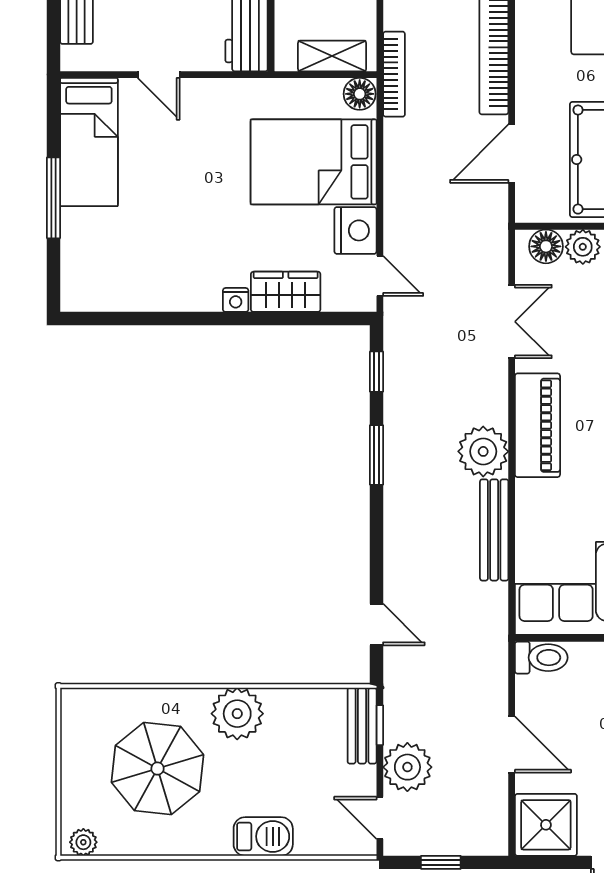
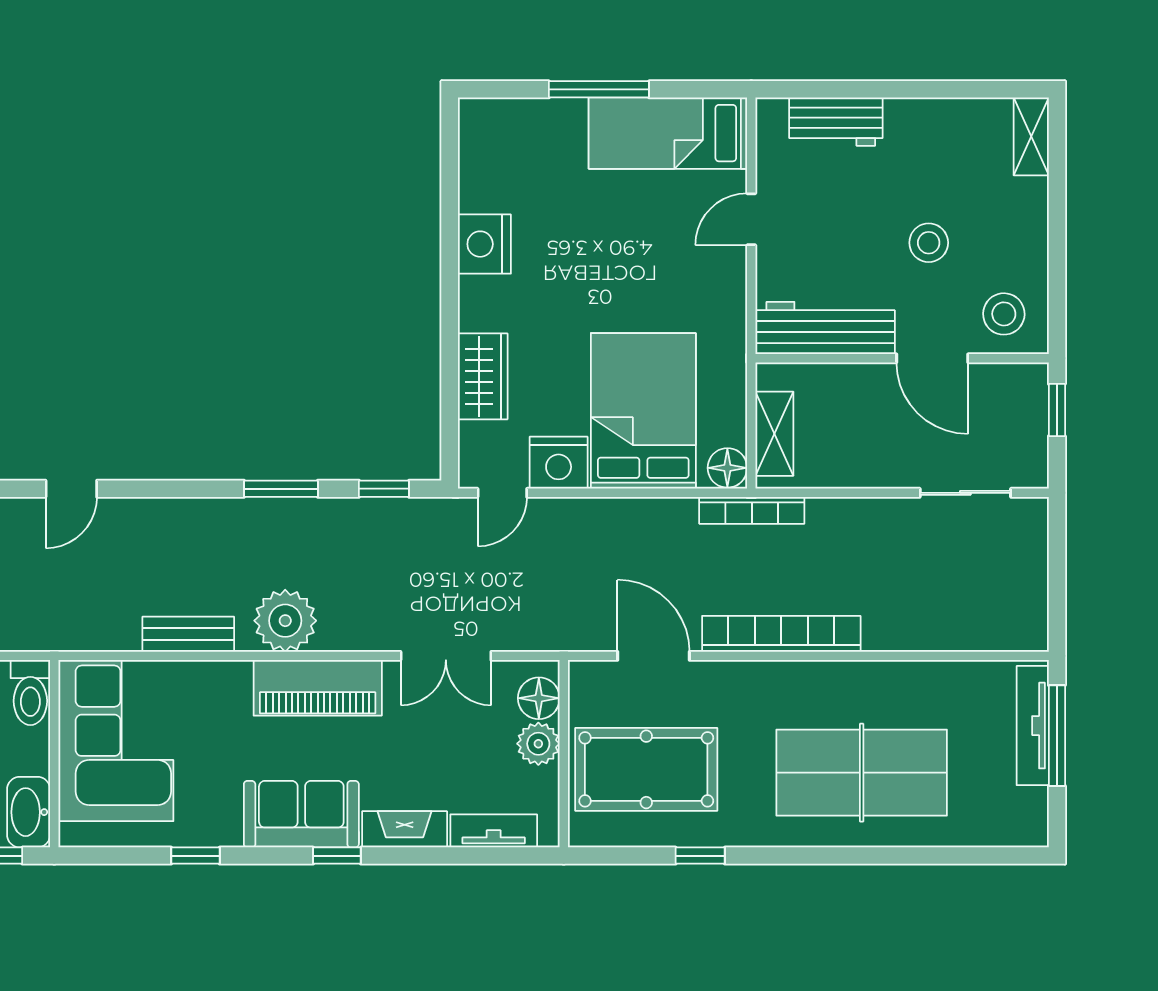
nightstand: (236, 300) -> (484, 244), moved, width x1.89, depth x1.79
bench: (494, 530) -> (188, 634), width x0.73

